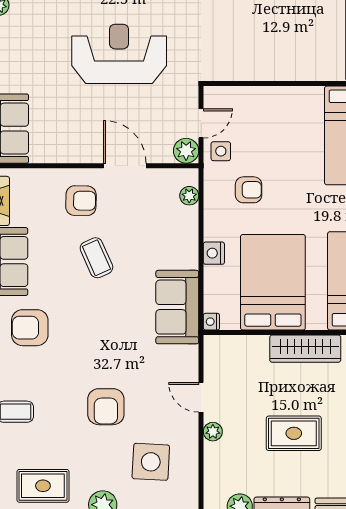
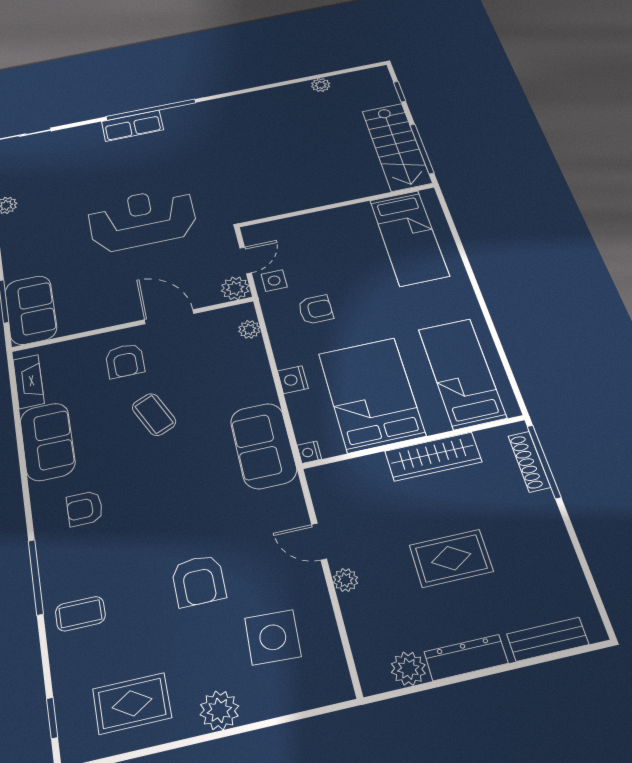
armchair: (81, 201) -> (125, 361), turned 89
armchair: (30, 328) -> (85, 508), width x0.72, depth x0.72

